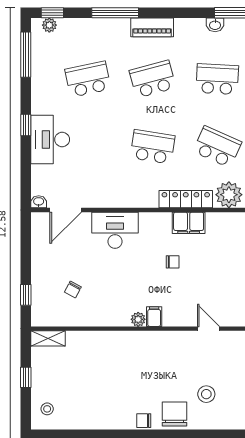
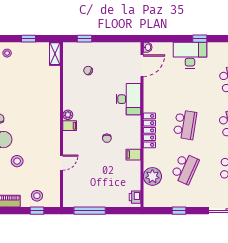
locker: (186, 199) -> (149, 130), moved
door: (66, 210) -> (142, 66), swing flipped
filing cabinet: (189, 223) -> (133, 155), width x0.50

